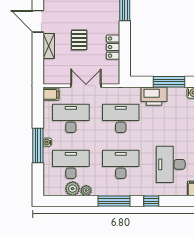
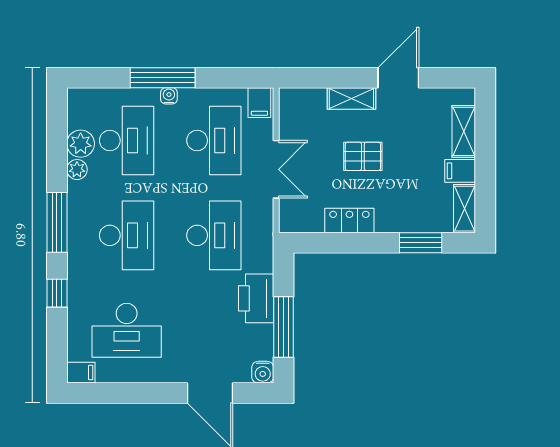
desk: (171, 164) -> (127, 330), turned 180

